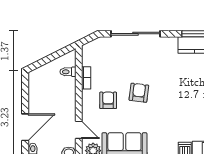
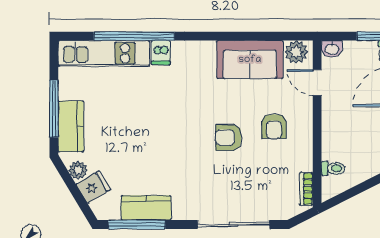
bookcase: (86, 78) -> (306, 189), moved
armchair: (139, 93) -> (229, 138), turned 83

